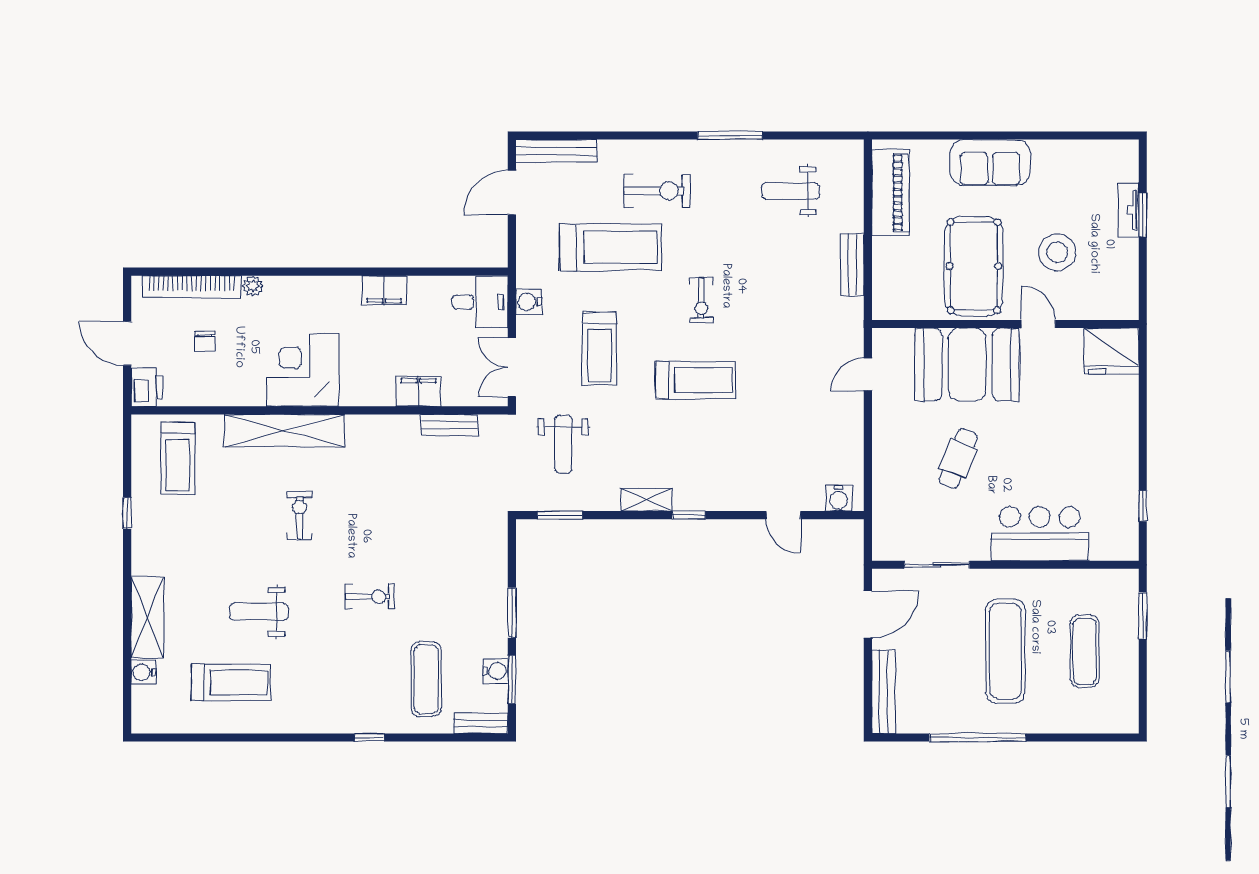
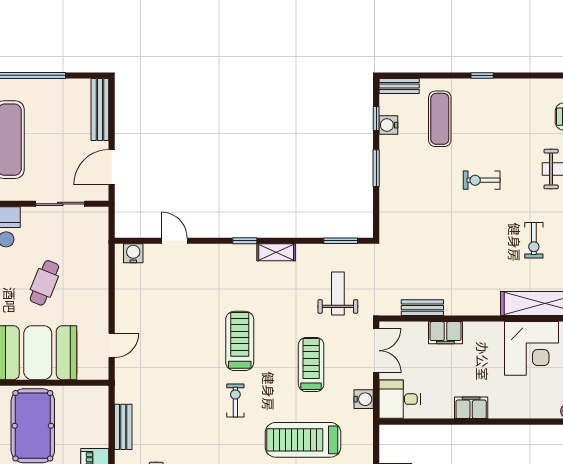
treadmill: (695, 380) -> (240, 341), turned 90
window: (512, 680) -> (376, 118), width x0.67

